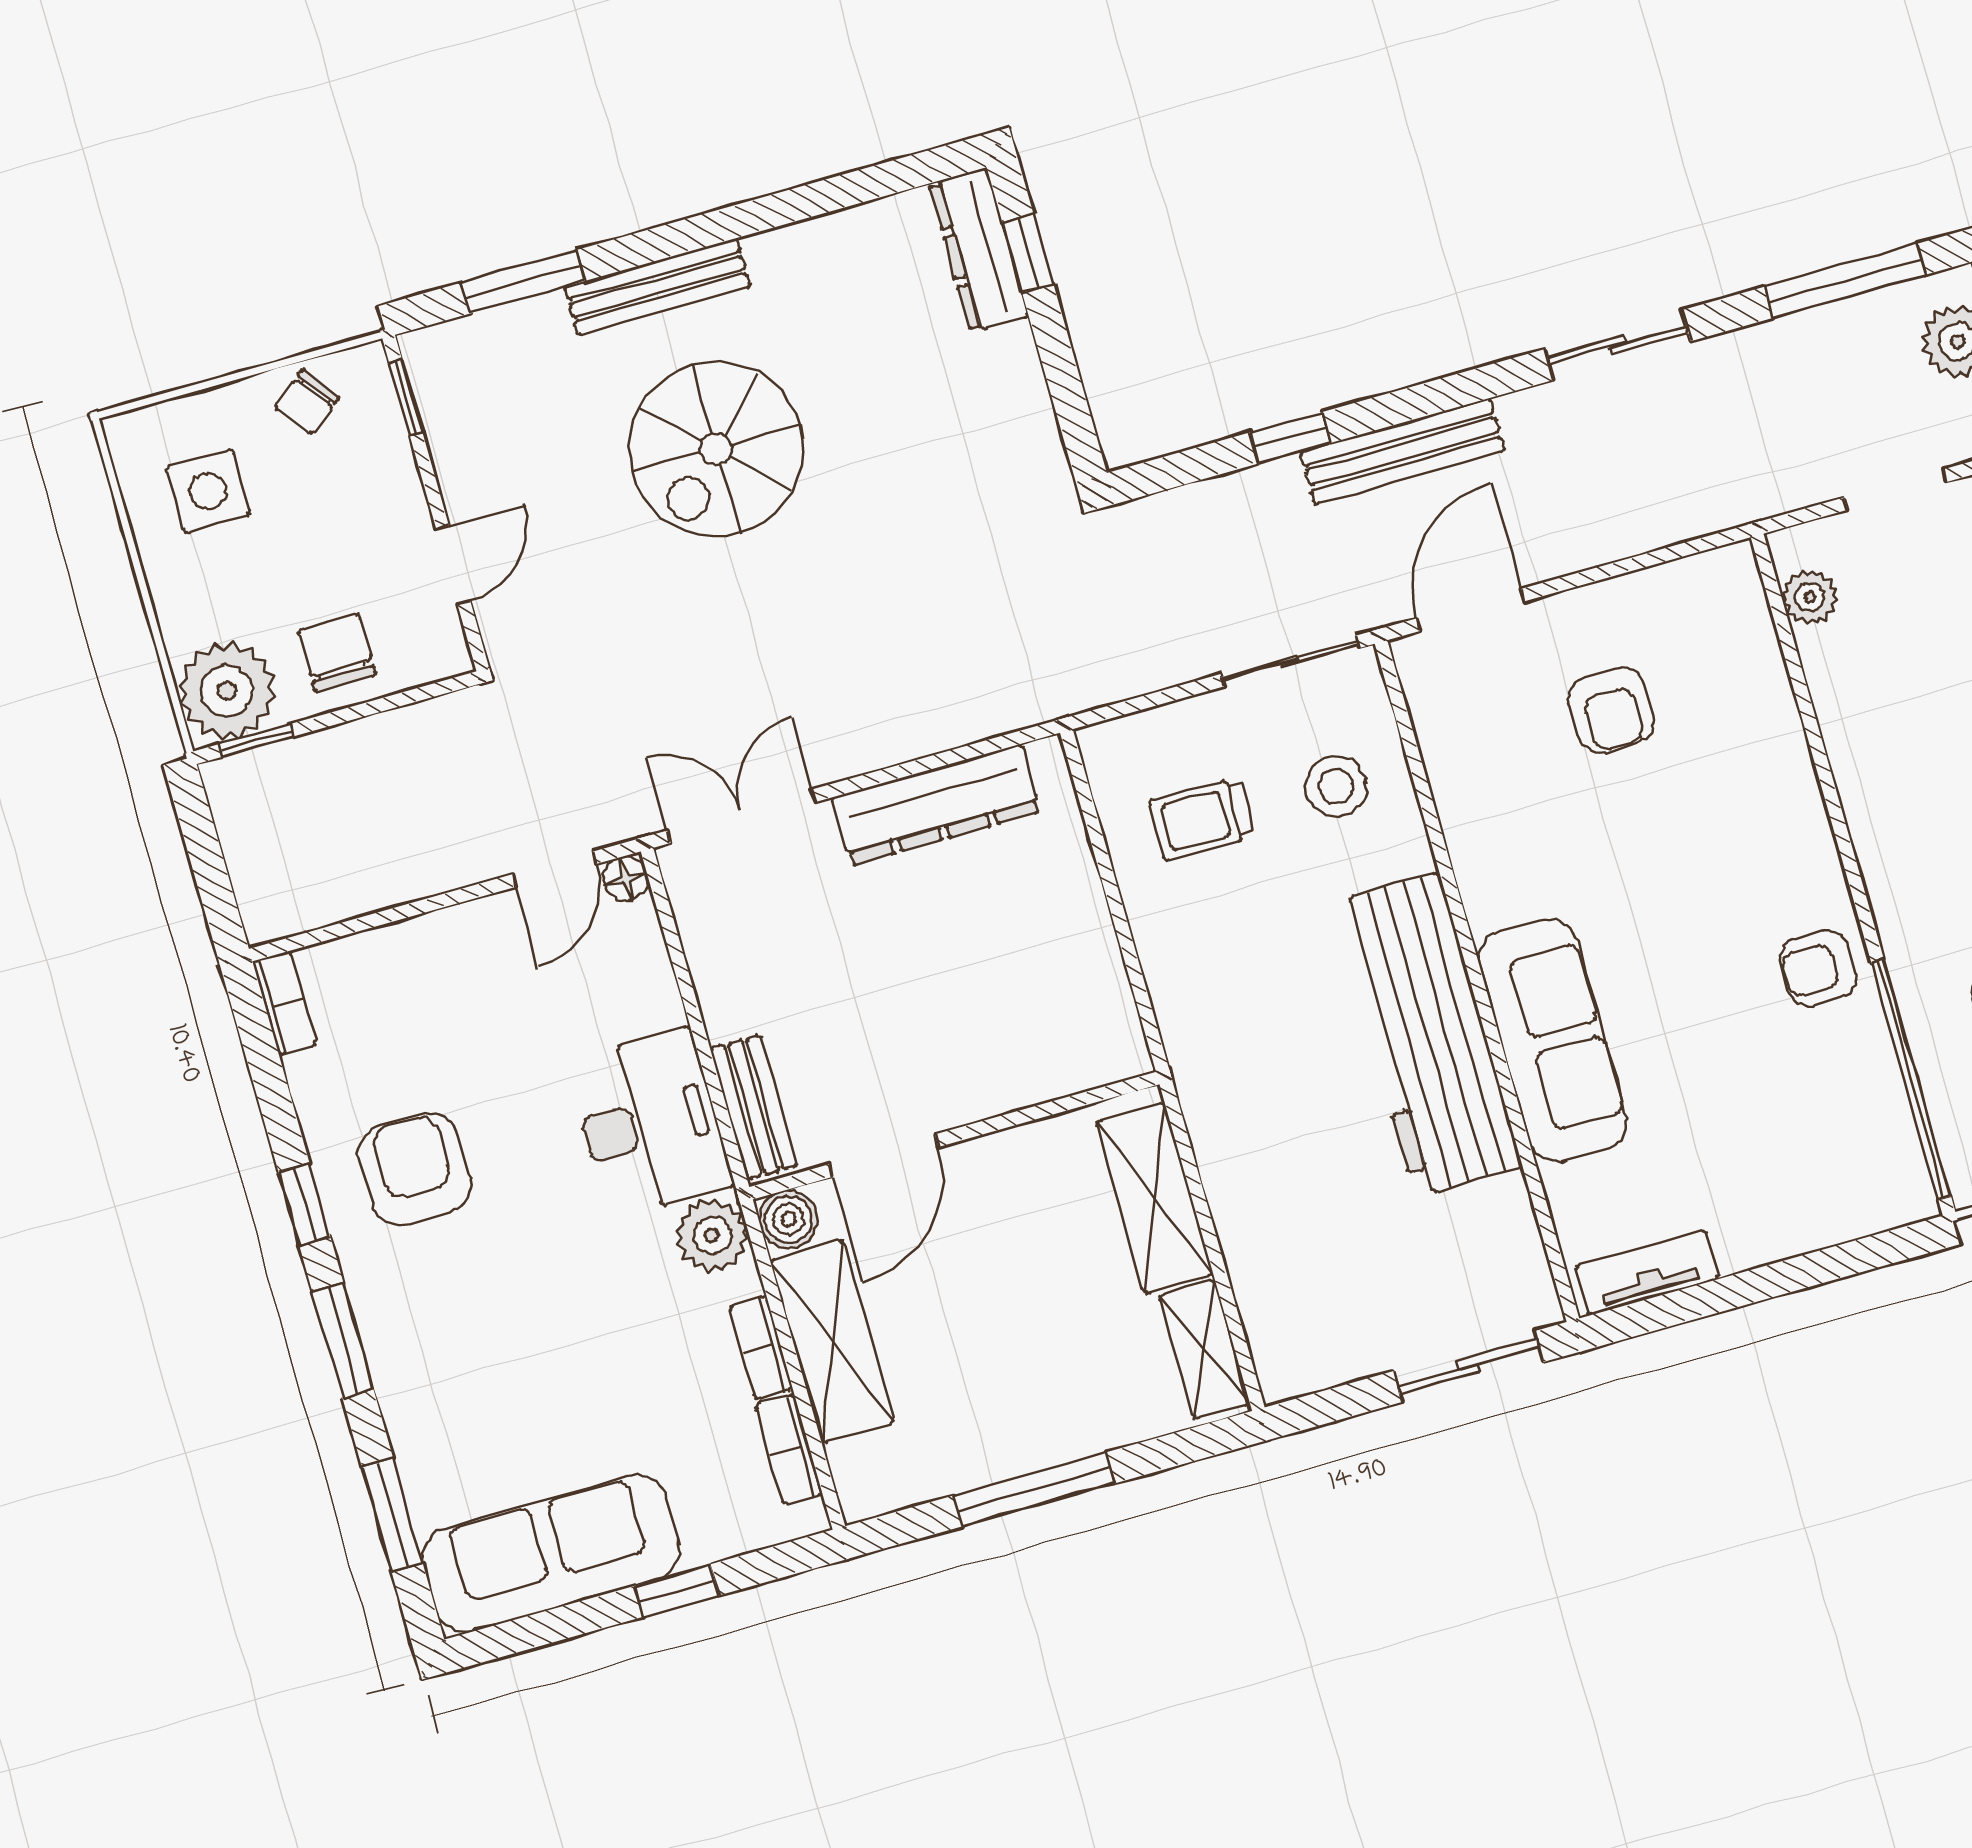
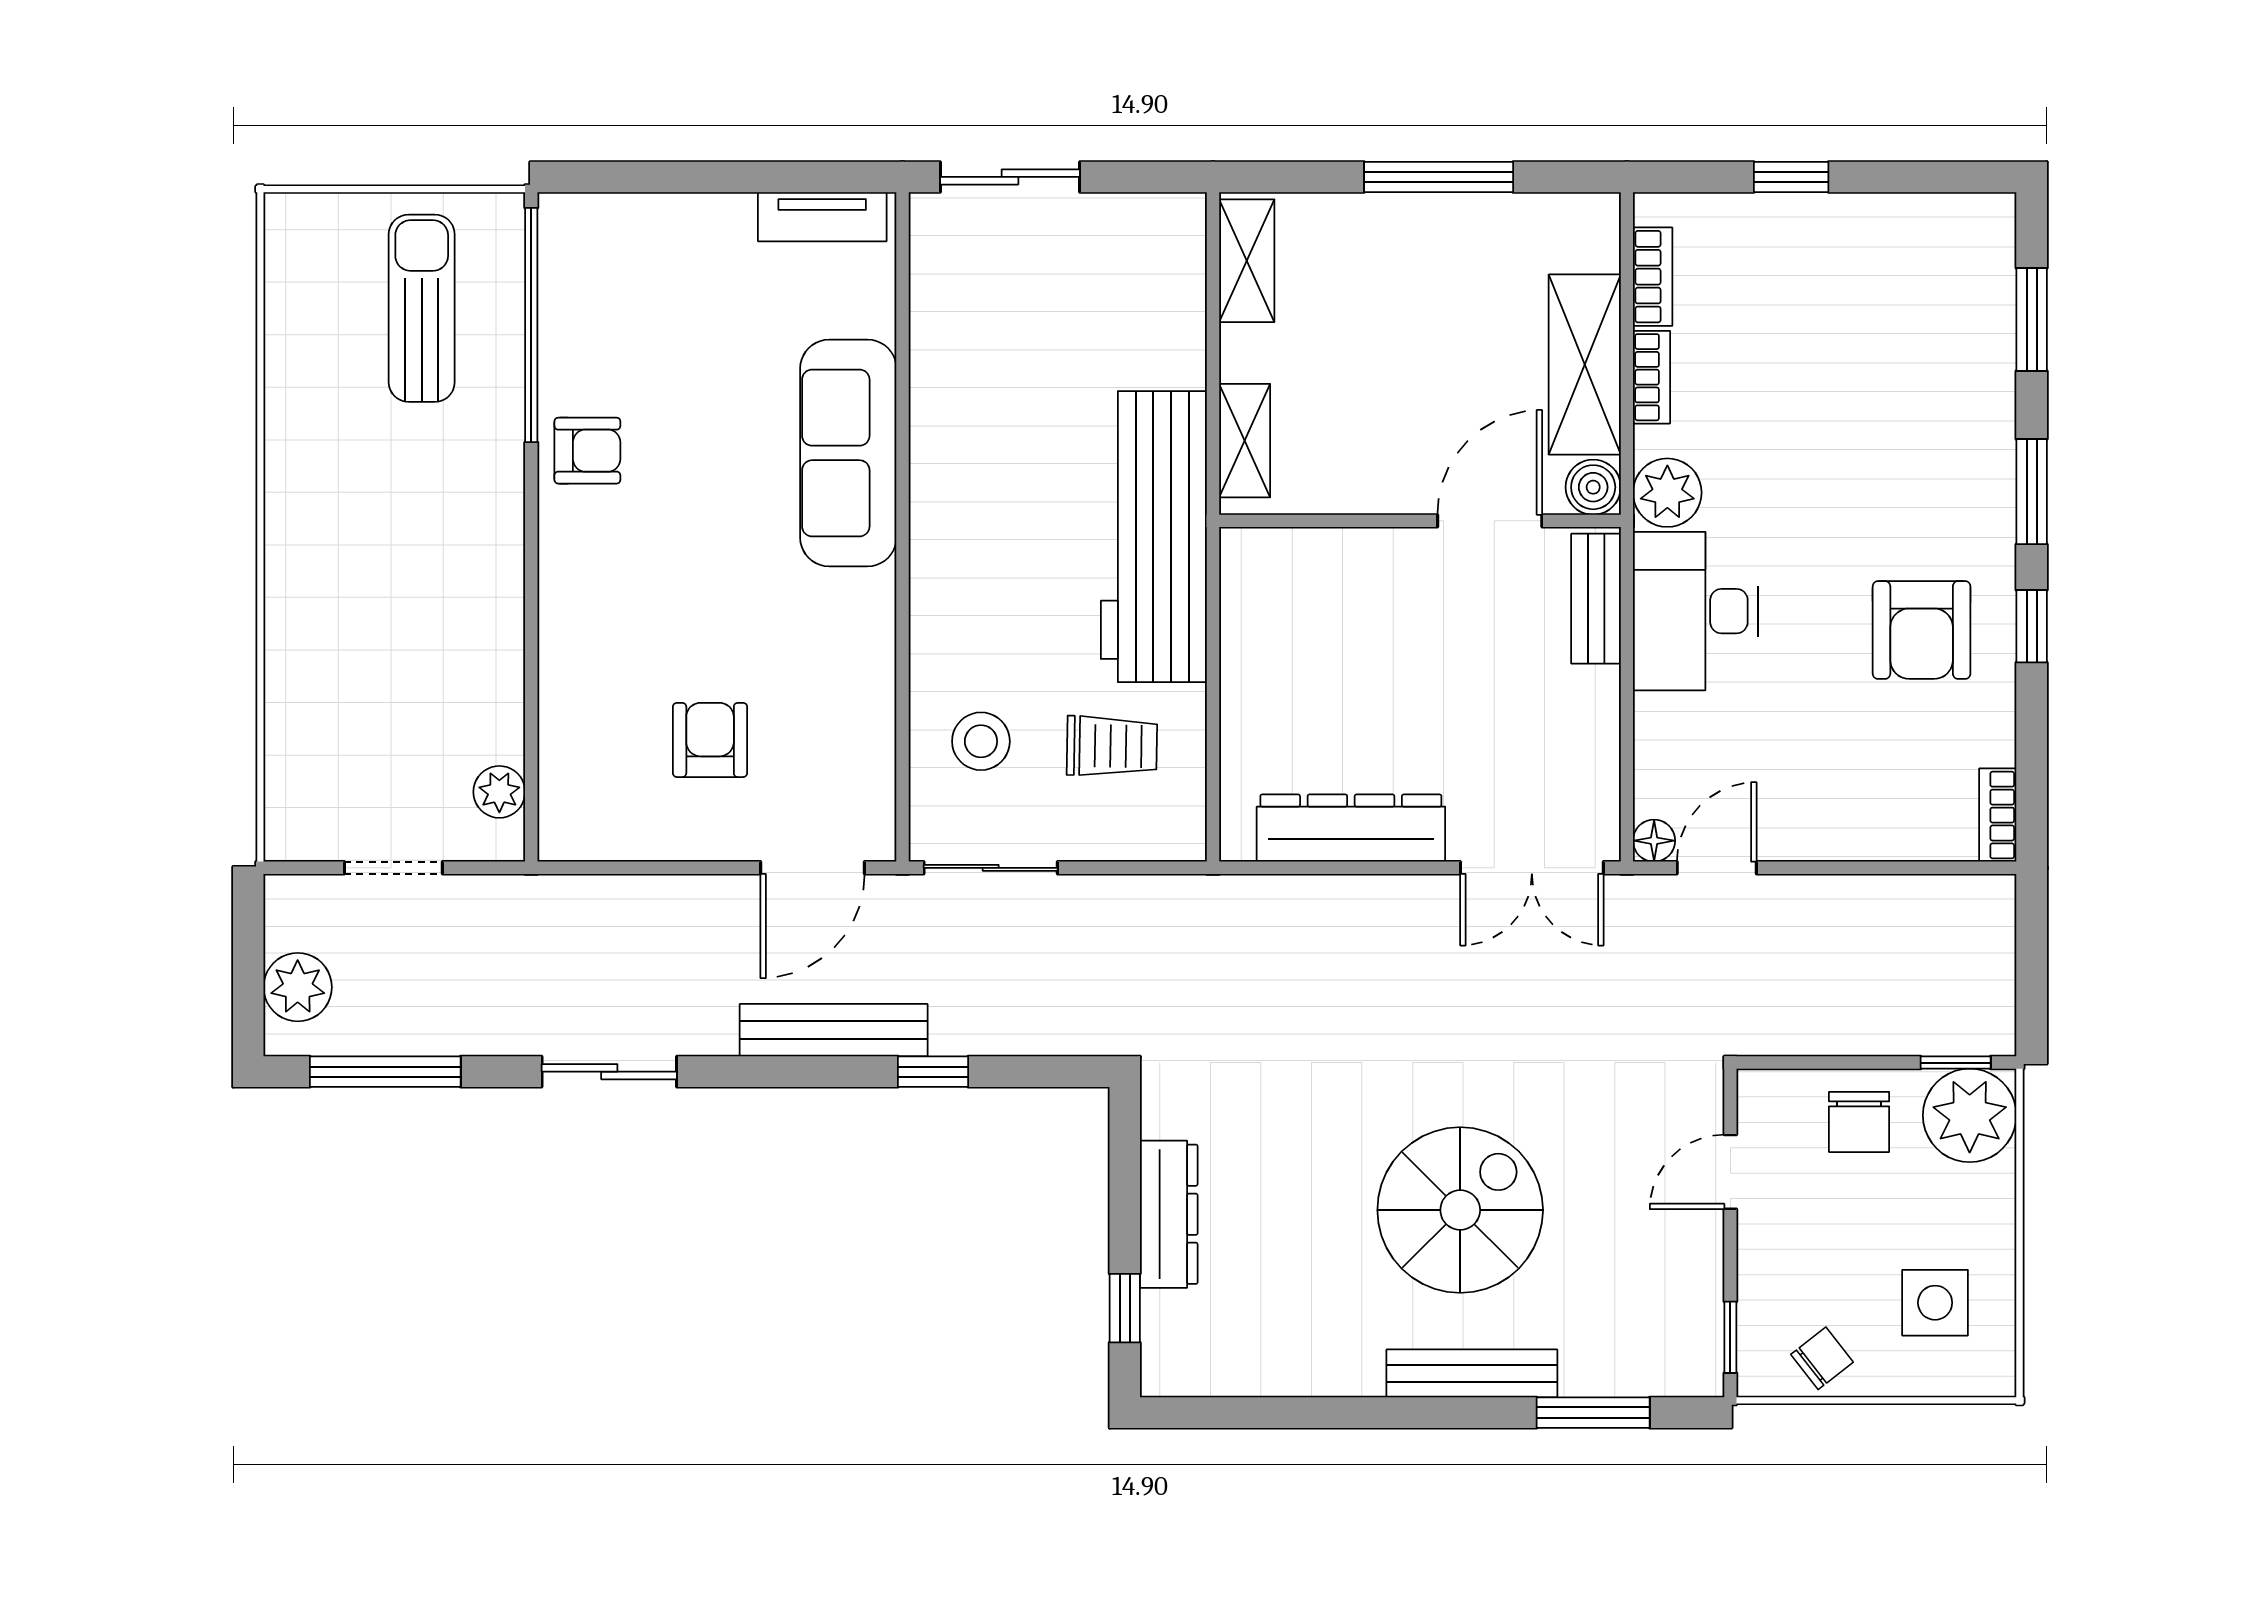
dresser: (979, 250) -> (1169, 1214), moved
workbench: (1427, 1034) -> (1154, 537), moved, turned 180
shelving: (1155, 1198) -> (1245, 441), width x0.67, depth x0.75
sofa: (551, 1554) -> (1896, 243), removed

